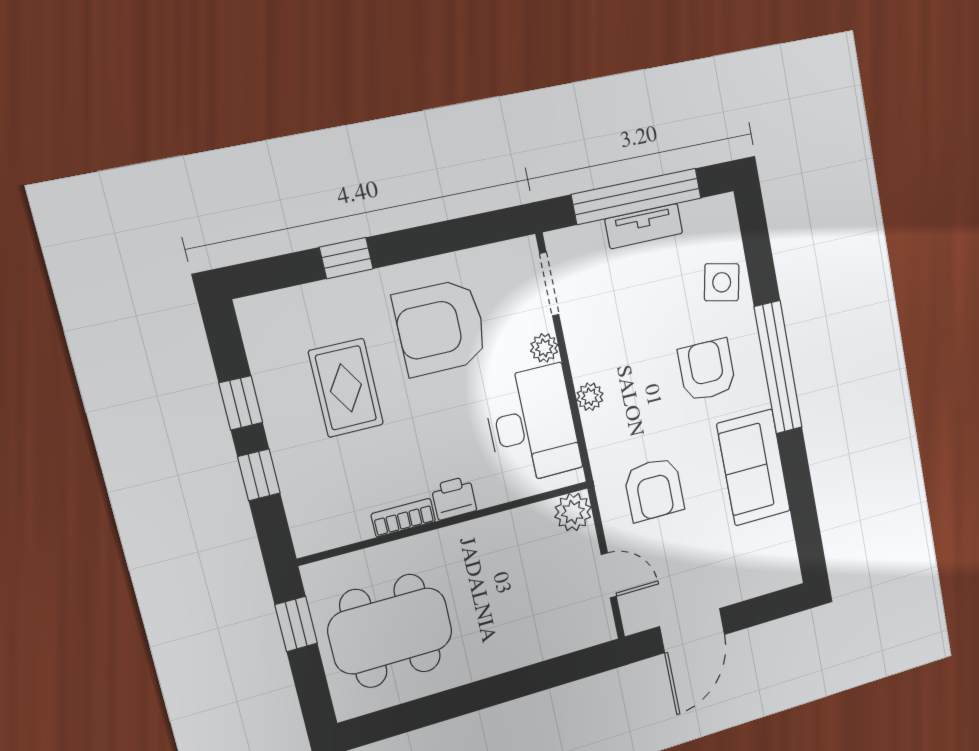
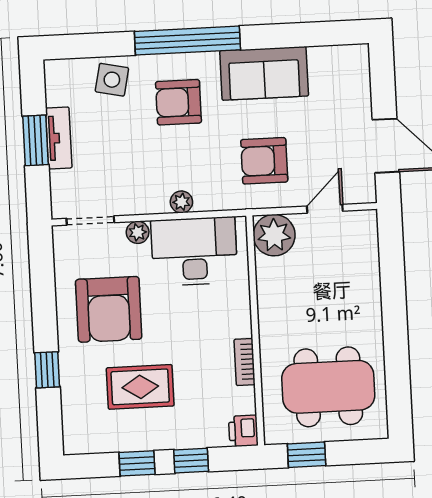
window: (637, 196) -> (35, 140), width x0.47
armchair: (654, 489) -> (264, 161), turned 180
printer: (454, 498) -> (243, 431), moved
plant: (573, 512) -> (274, 235), width x1.36, depth x1.36
dining table: (390, 631) -> (328, 387), turned 90

